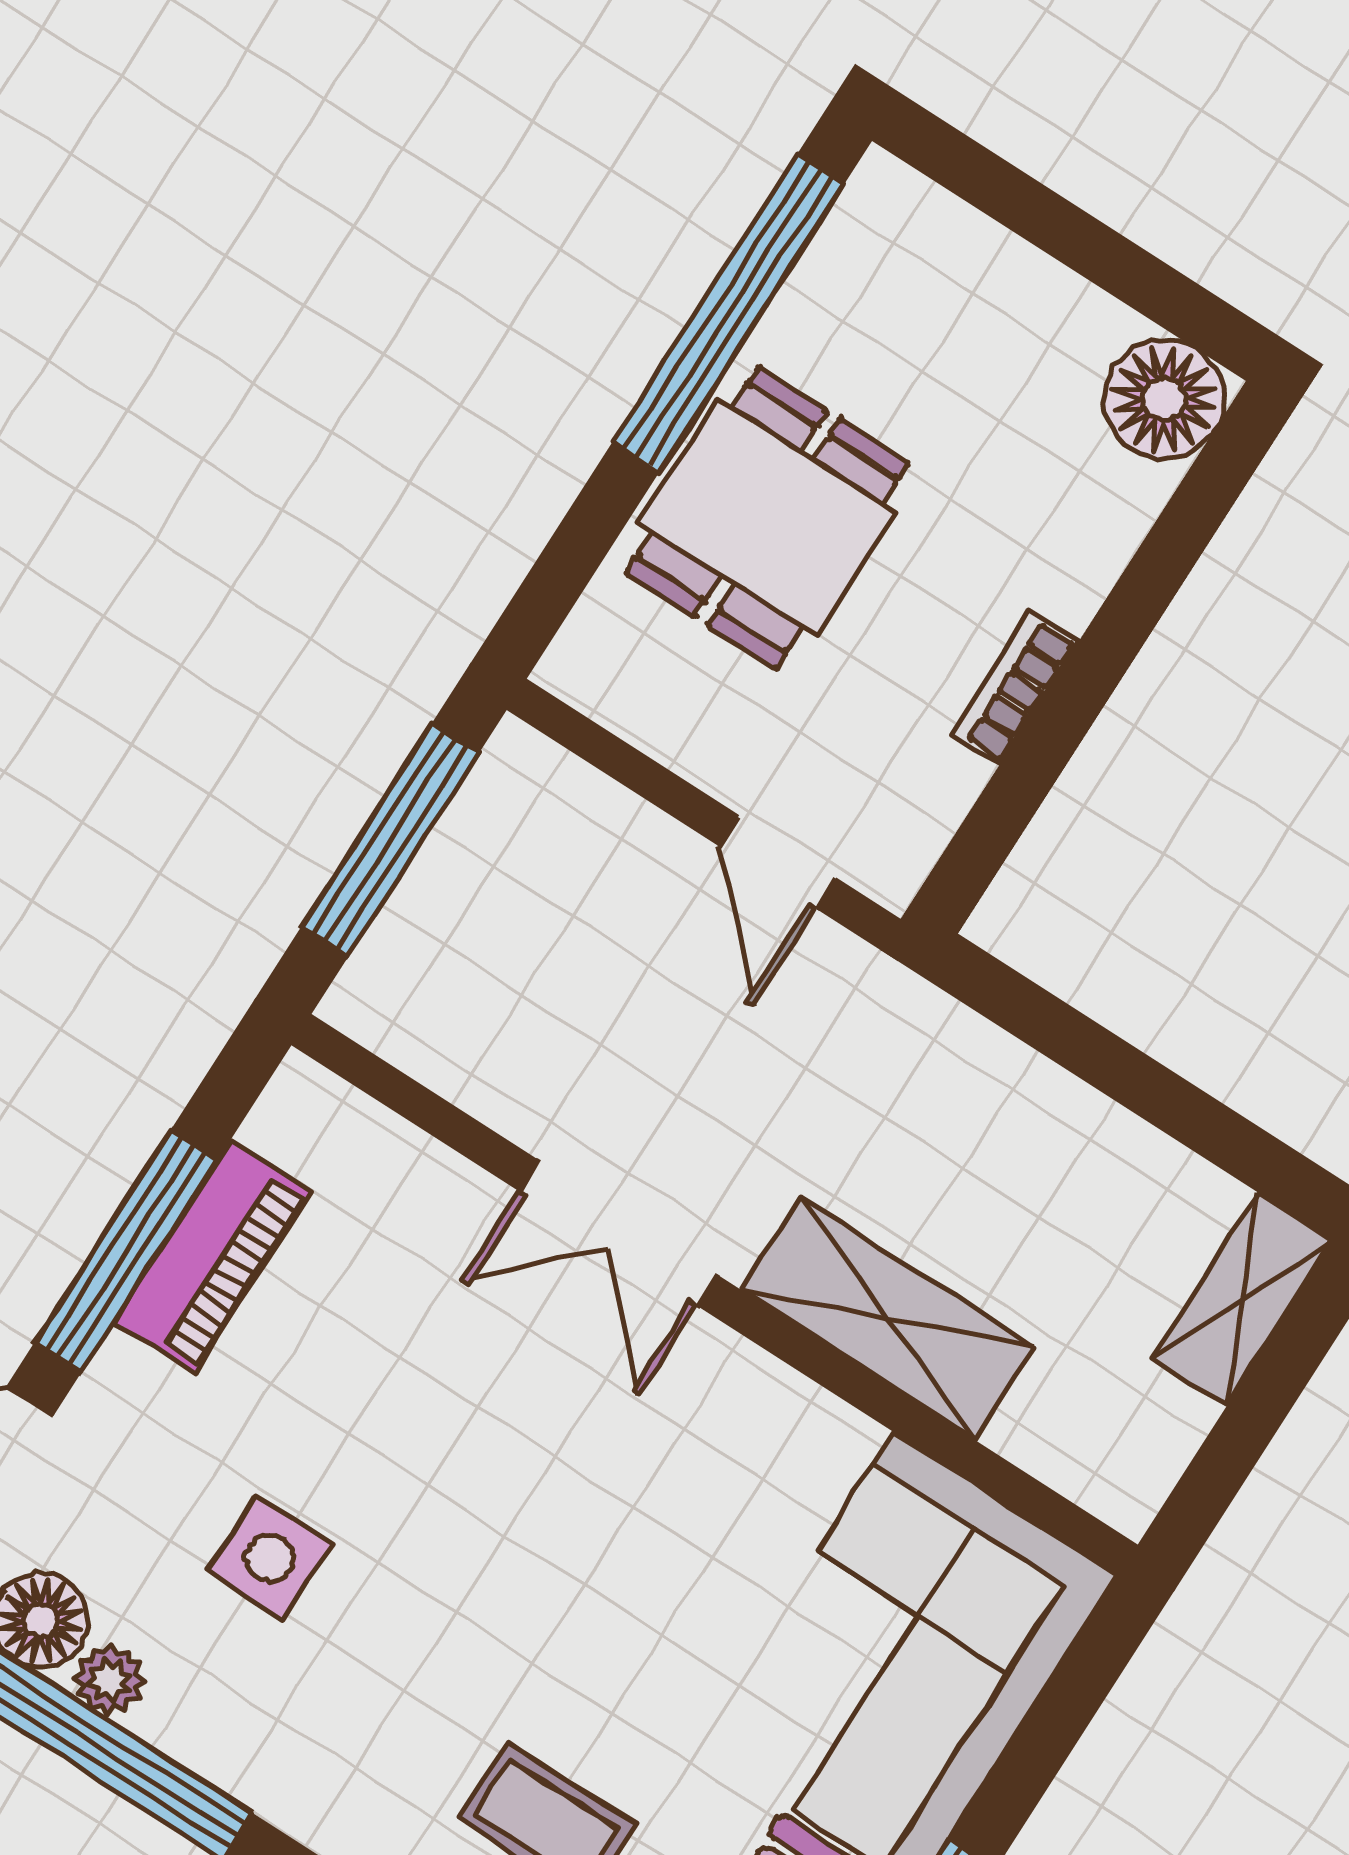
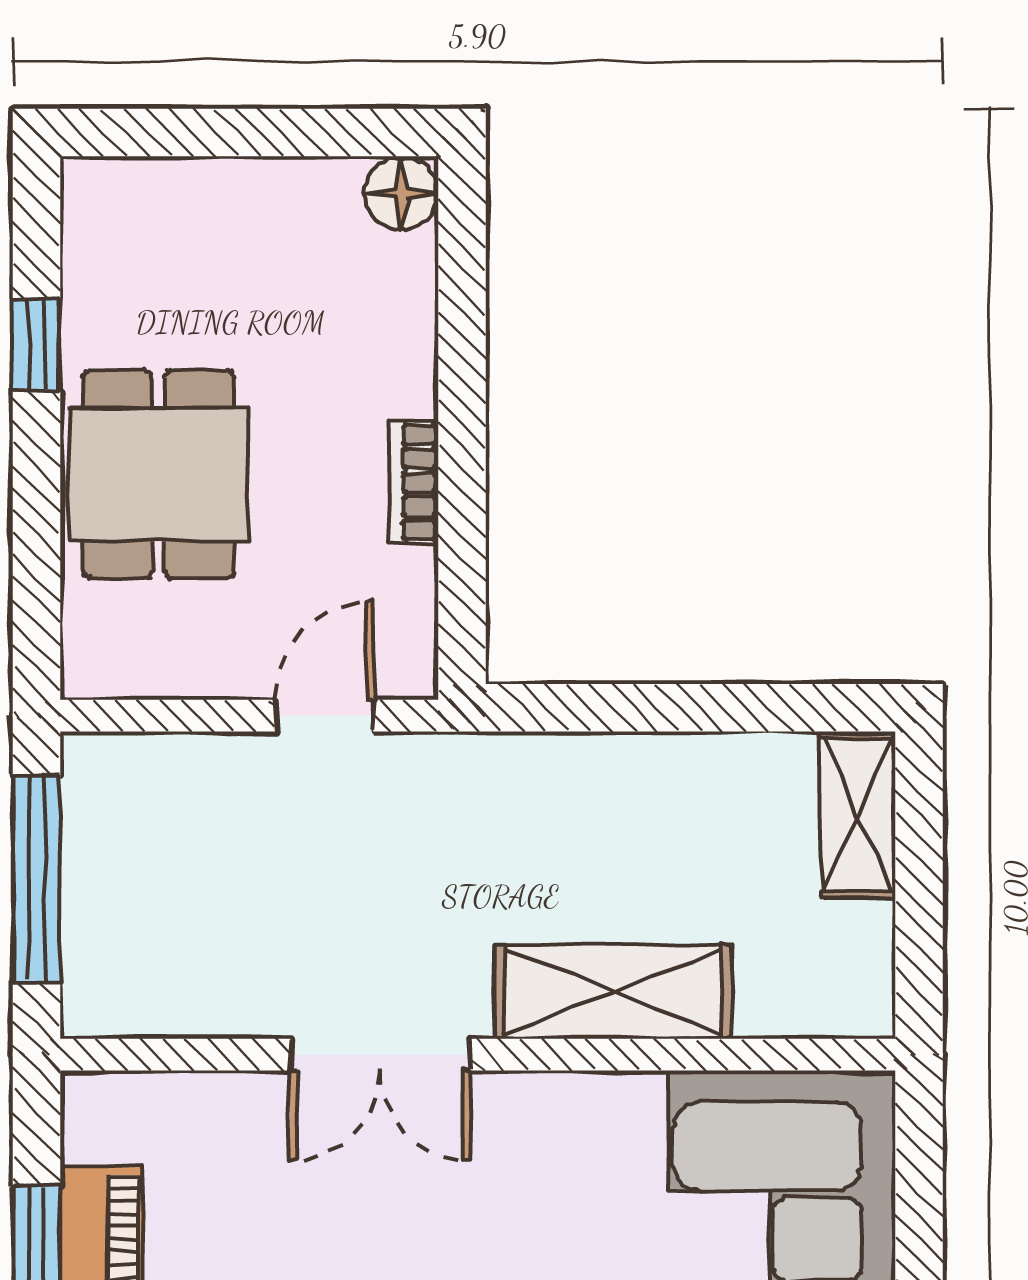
window: (729, 313) -> (36, 345), width x0.32
floor lamp: (1164, 399) -> (402, 193), width x0.73, depth x0.73
door: (778, 862) -> (324, 716), swing flipped

